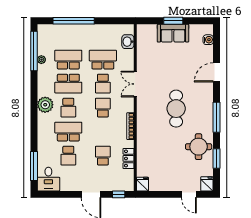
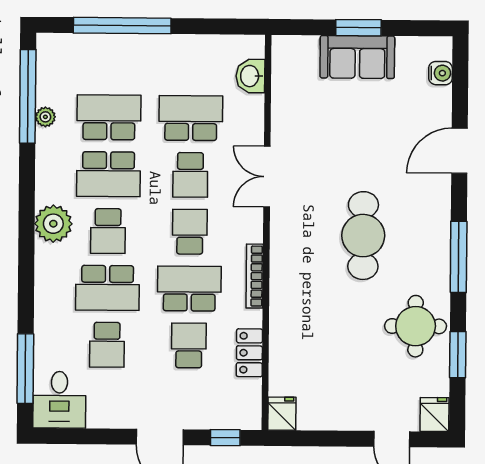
school desk: (68, 132) -> (107, 288), turned 180
school desk: (103, 132) -> (189, 289), added

